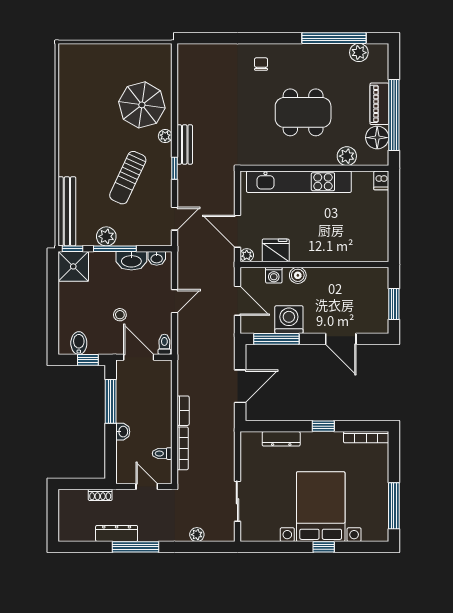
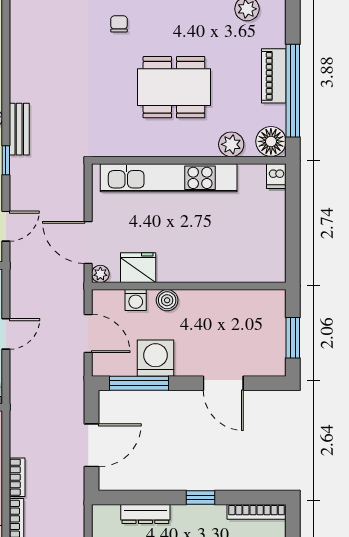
floor lamp: (377, 138) -> (271, 141), moved

